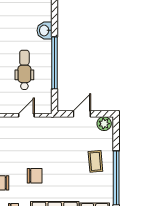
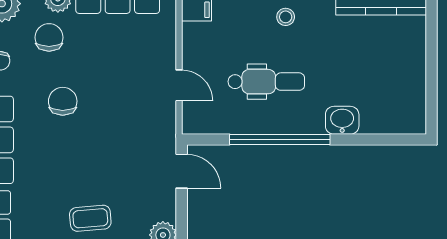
door: (82, 114) -> (182, 171), moved
chair: (35, 176) -> (63, 101), turned 180

